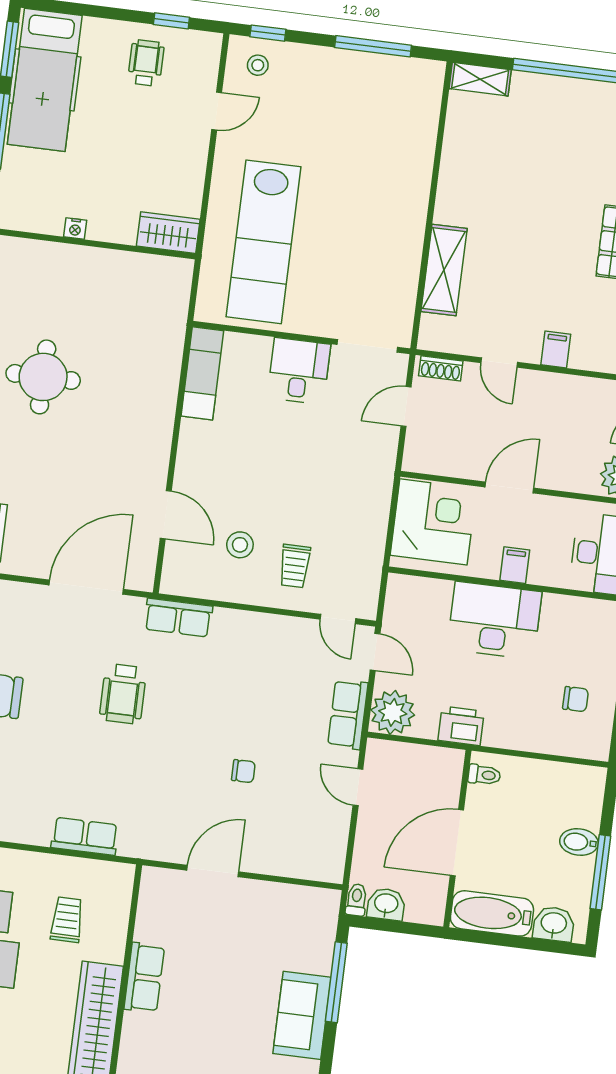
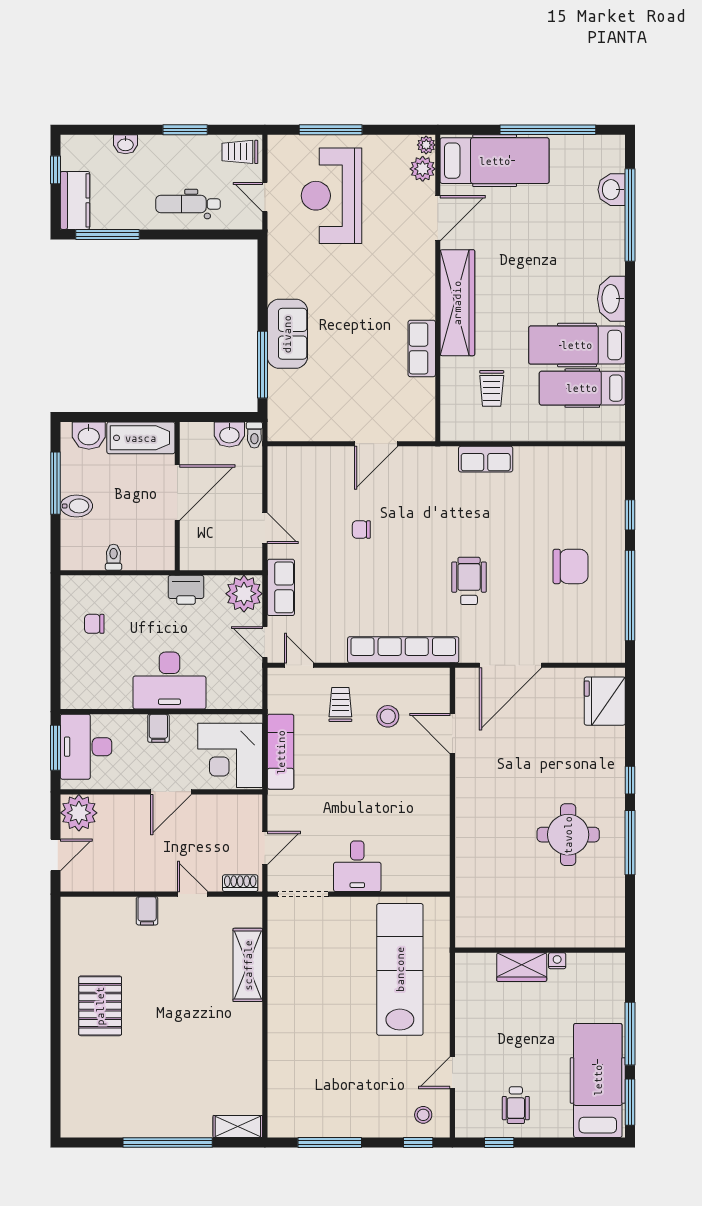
wardrobe: (168, 233) -> (522, 967), moved
exam couch: (202, 373) -> (281, 752), moved, turned 180
row of seats: (178, 618) -> (403, 650), width x2.02
toilet: (484, 775) -> (114, 557), moved, turned 90

